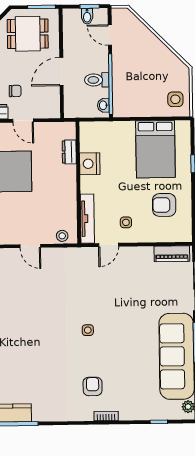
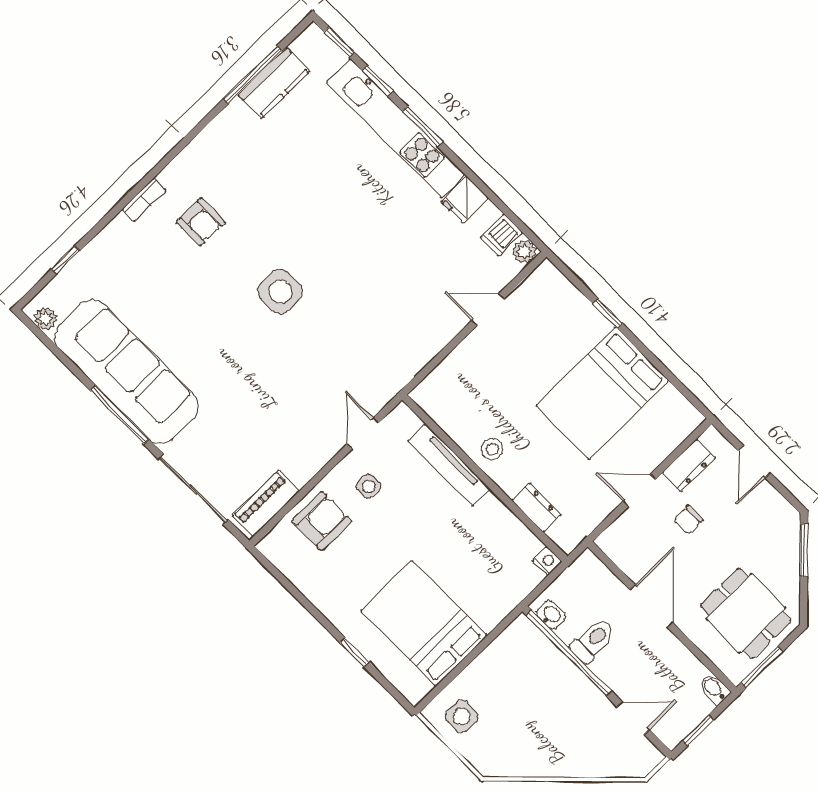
bidet: (87, 16) -> (714, 689), moved
dining table: (28, 34) -> (746, 613), turned 90
nightstand: (90, 164) -> (547, 561), moved, width x0.53, depth x0.56
armchair: (164, 205) -> (322, 521), moved
tv unit: (87, 219) -> (449, 465), moved
stool: (62, 236) -> (492, 449), moved
door: (30, 246) -> (488, 310), moved
side table: (88, 330) -> (280, 292), width x1.87, depth x1.87

